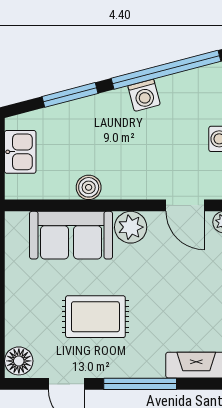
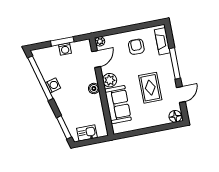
window: (70, 95) -> (64, 127), moved
boiler: (89, 187) -> (94, 88), moved
armchair: (195, 303) -> (136, 47), added

